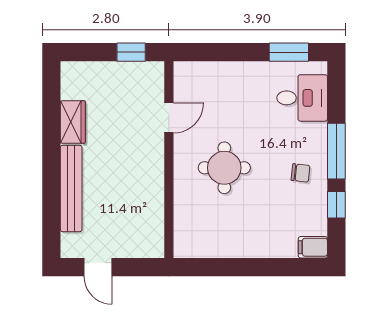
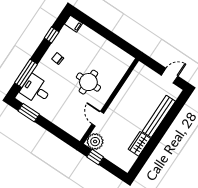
plant: (148, 77) -> (95, 142), added
door: (169, 118) -> (98, 119), hinge flipped
window: (336, 151) -> (26, 73), moved
door: (98, 267) -> (170, 76), hinge flipped

